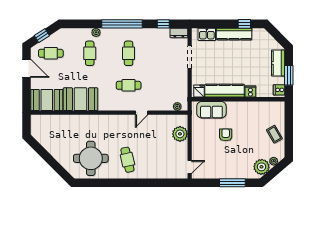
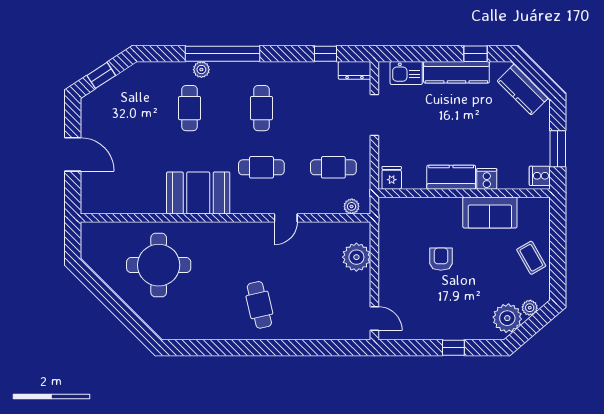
window: (122, 24) -> (222, 54), moved
cafe table: (51, 53) -> (333, 167), moved
kitchen counter: (278, 63) -> (523, 90), moved, turned -45
door: (27, 68) -> (73, 154), moved
kitchen counter: (225, 91) -> (451, 177), width x0.67
booth: (81, 99) -> (198, 193), moved
booth: (47, 100) -> (110, 194), removed
sofa: (211, 110) -> (490, 212), moved
round table: (91, 158) -> (159, 265), moved
door: (190, 167) -> (374, 318), hinge flipped
window: (232, 183) -> (453, 348), width x0.46

